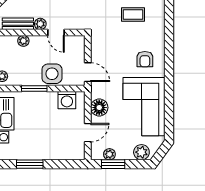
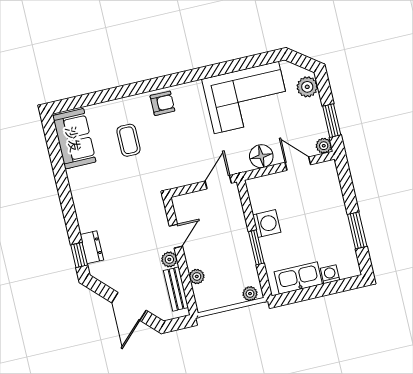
armchair: (145, 59) -> (162, 103), moved
side table: (52, 74) -> (231, 229), removed
washing machine: (67, 100) -> (267, 224), moved
plant: (109, 154) -> (324, 146), moved

